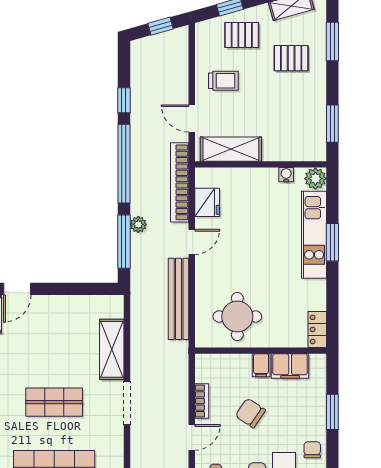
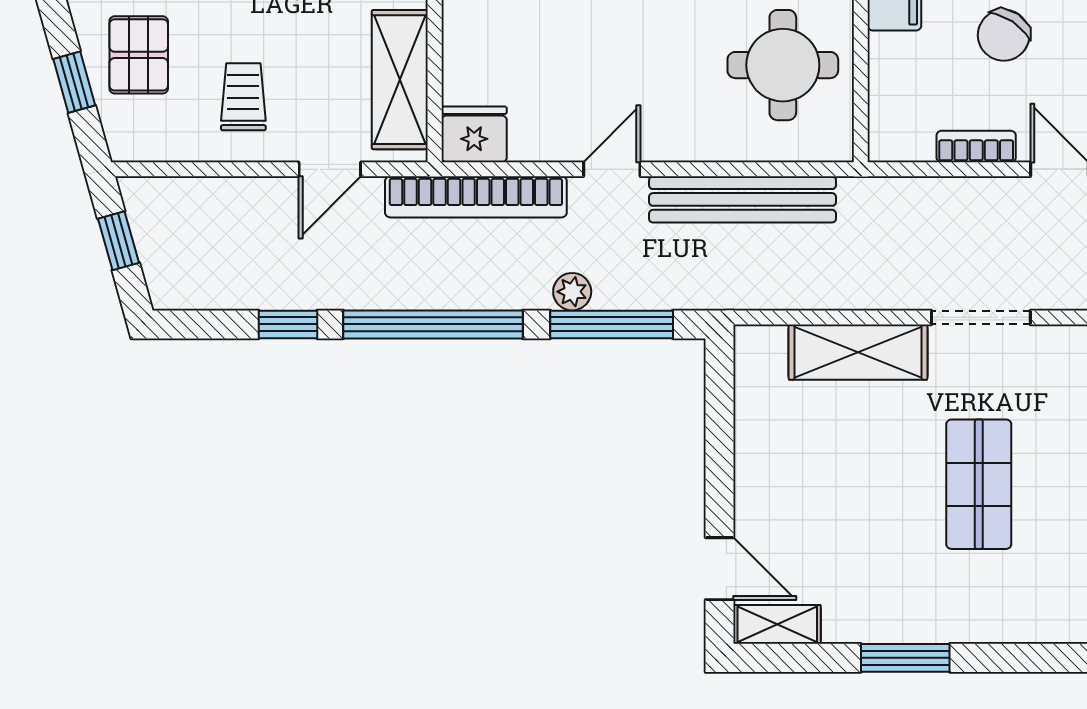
fridge: (207, 202) -> (474, 134), moved
door: (192, 242) -> (612, 169), hinge flipped

